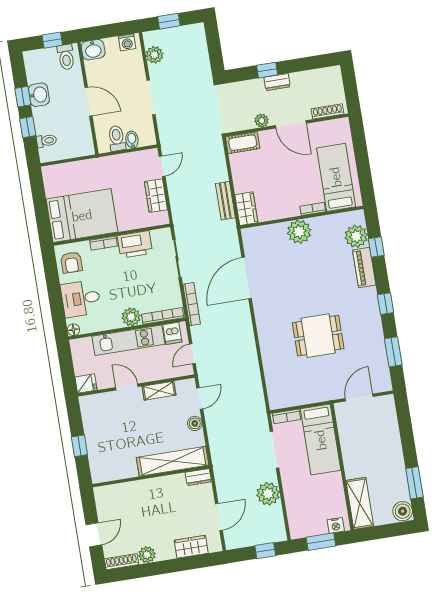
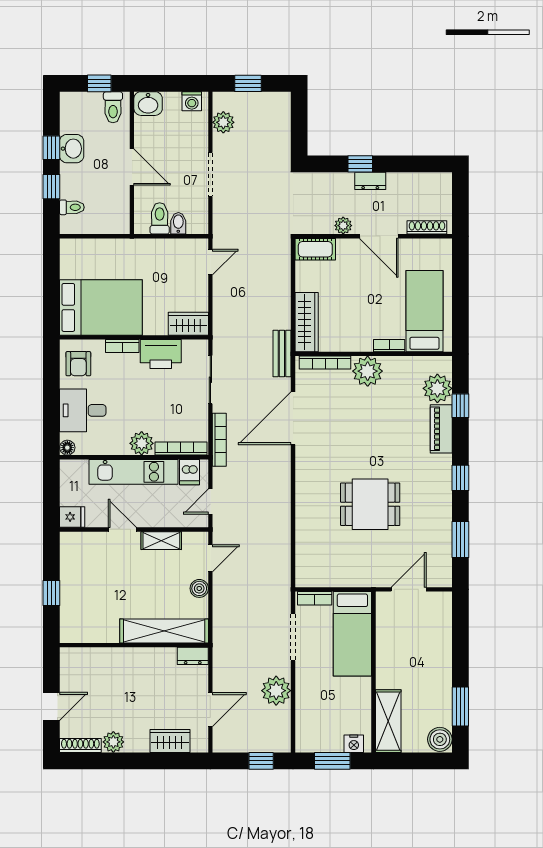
wardrobe: (156, 196) -> (188, 324), moved, turned 90
bench: (225, 201) -> (282, 353), moved
wardrobe: (246, 209) -> (307, 322), width x1.50
bookcase: (265, 230) -> (325, 363), added

